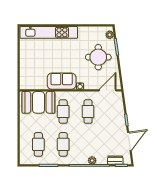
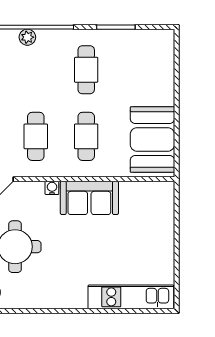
kitchen unit: (49, 32) -> (131, 297), width x0.73
booth: (38, 102) -> (152, 139), moved, turned 90
cafe table: (38, 144) -> (137, 70), removed

